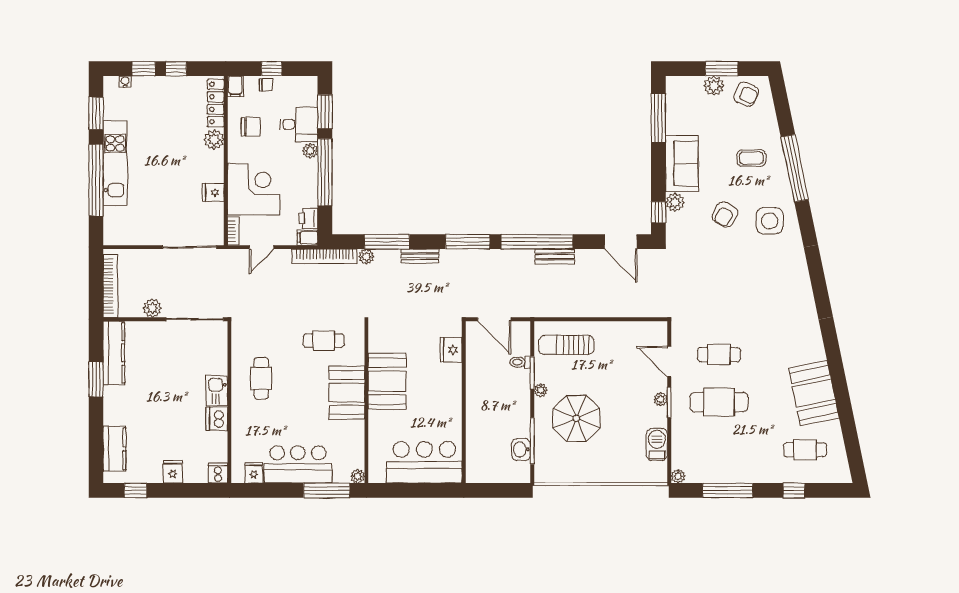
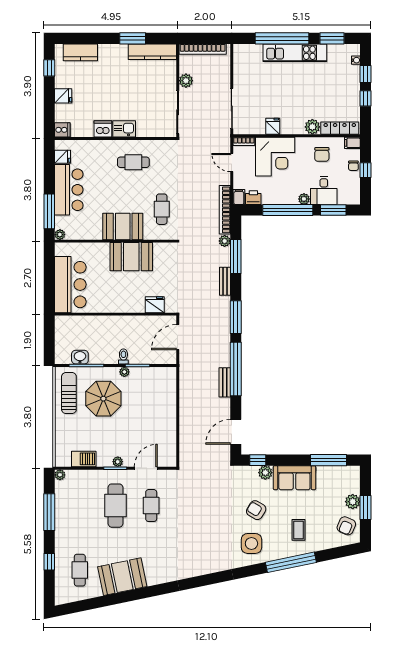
sun lounger: (566, 345) -> (69, 393), moved
toilet: (520, 362) -> (123, 356), moved

